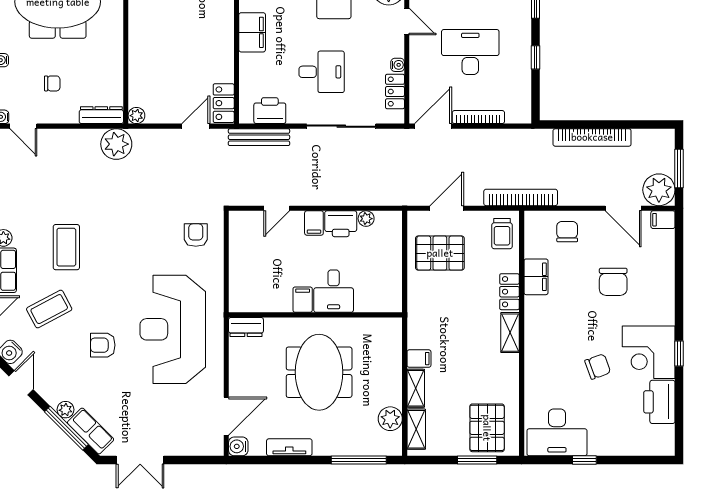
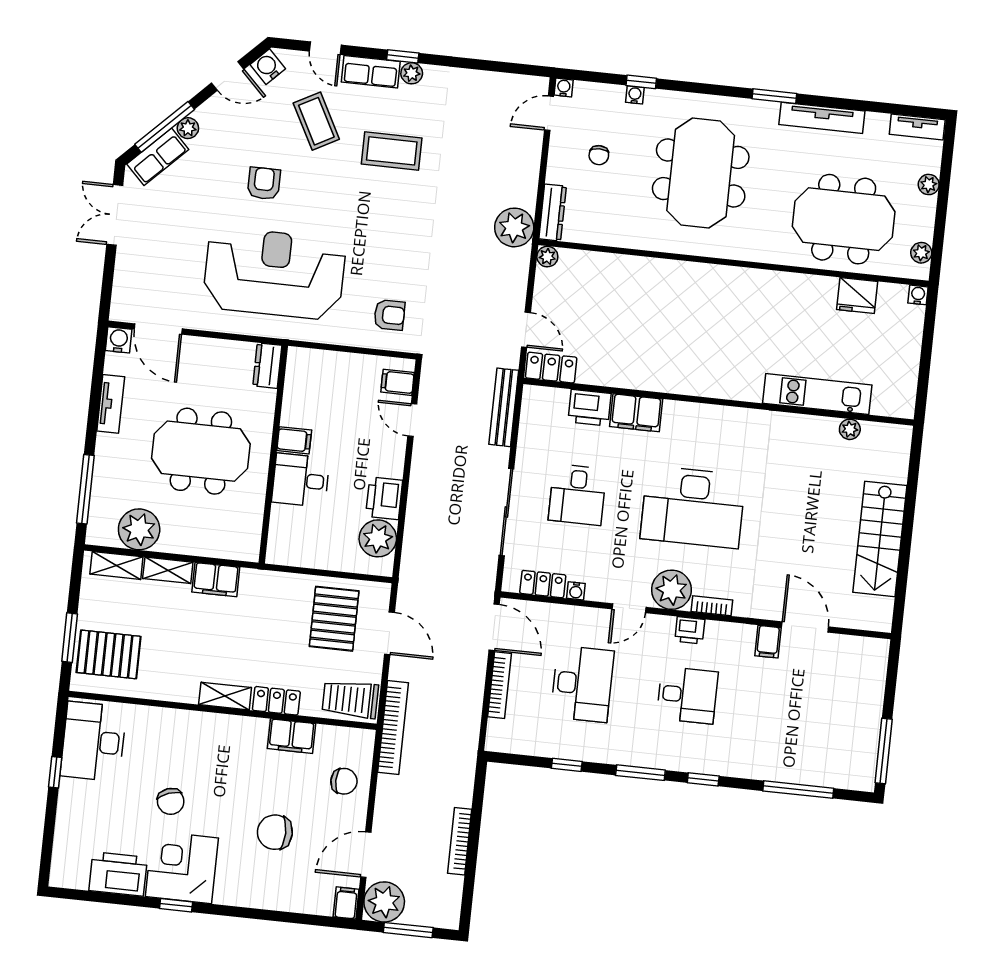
printer: (270, 111) -> (589, 408), moved, turned 90
bookcase: (592, 137) -> (460, 841), width x0.68, depth x0.76
plant: (366, 219) -> (378, 538), width x1.87, depth x1.87
filing cabinet: (314, 223) -> (398, 382), moved
trolley: (502, 234) -> (350, 699), width x1.36, depth x1.39
filing cabinet: (419, 359) -> (216, 580), width x2.00
plant: (390, 419) -> (139, 529), width x1.36, depth x1.36

